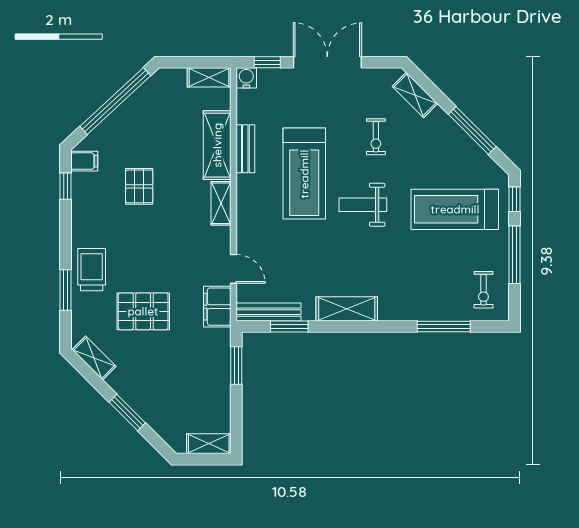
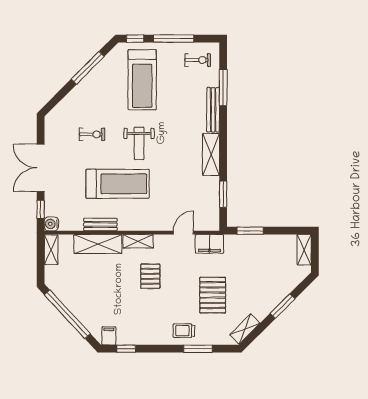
shelving: (415, 95) -> (63, 107), removed
pallet: (139, 186) -> (150, 276), moved, turned 90
trolley: (92, 270) -> (184, 331), width x0.73, depth x0.72
bench: (268, 312) -> (213, 110), moved

